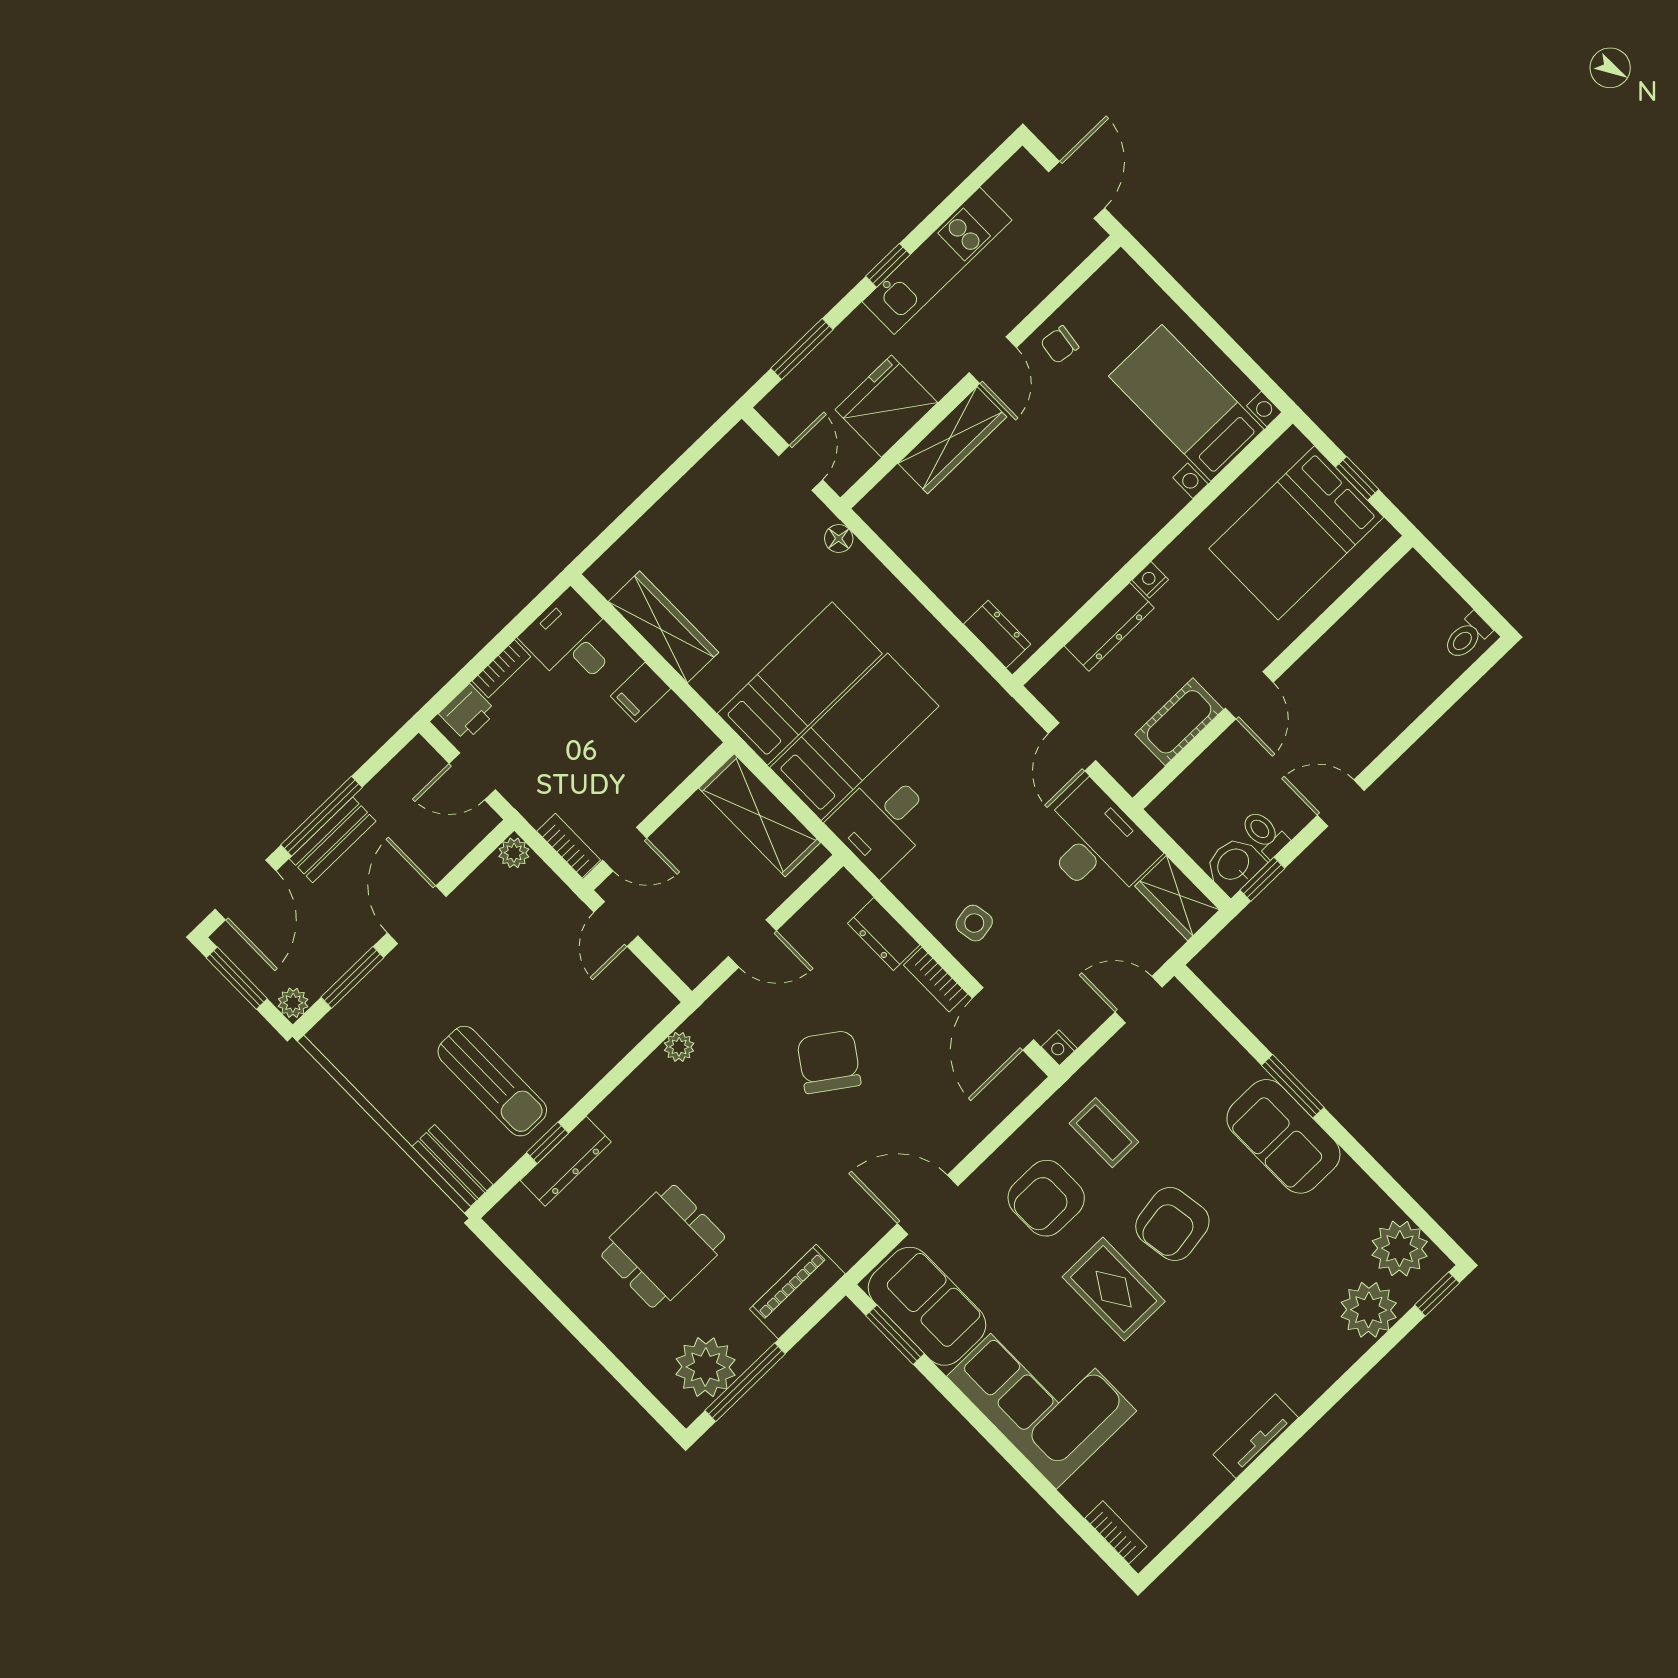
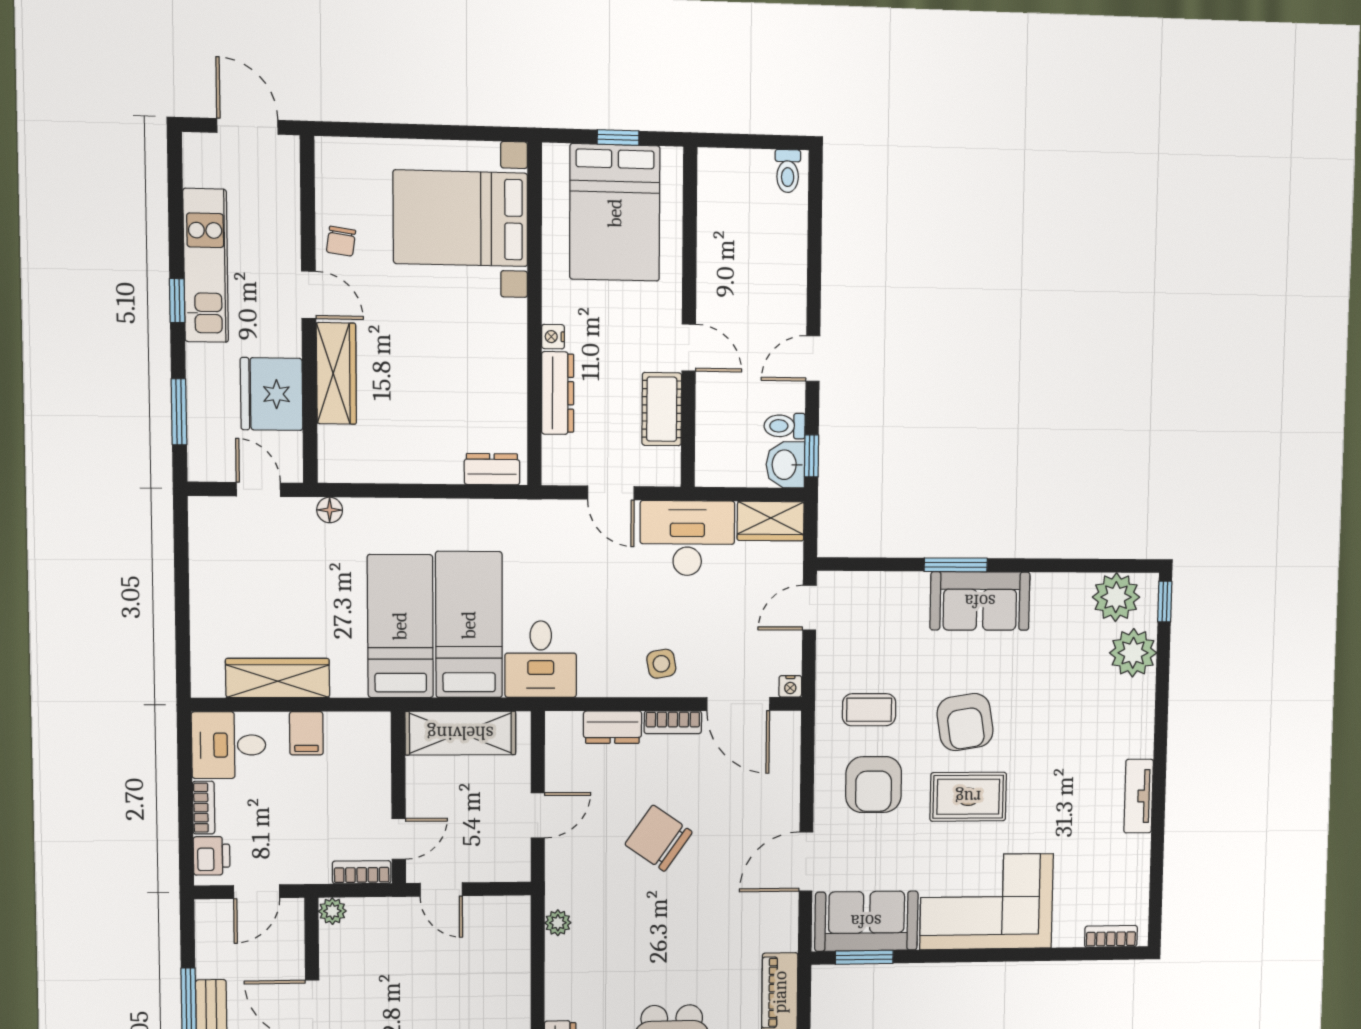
bed with nightstands: (1186, 403) -> (461, 218), width x1.36

